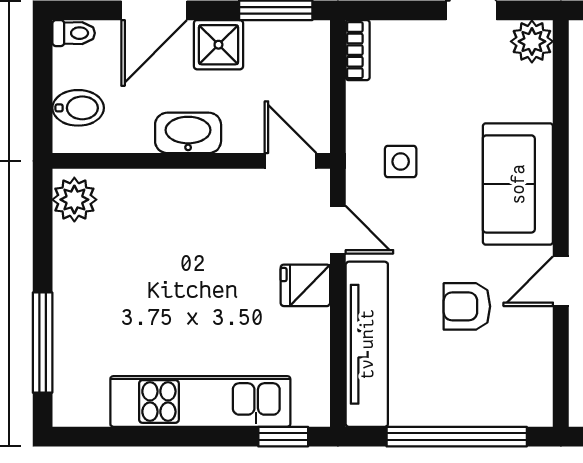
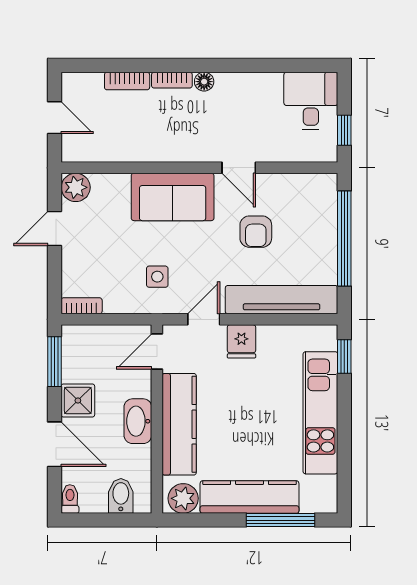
kitchen counter: (184, 194) -> (179, 424), added
kitchen counter: (77, 297) -> (249, 497), added

